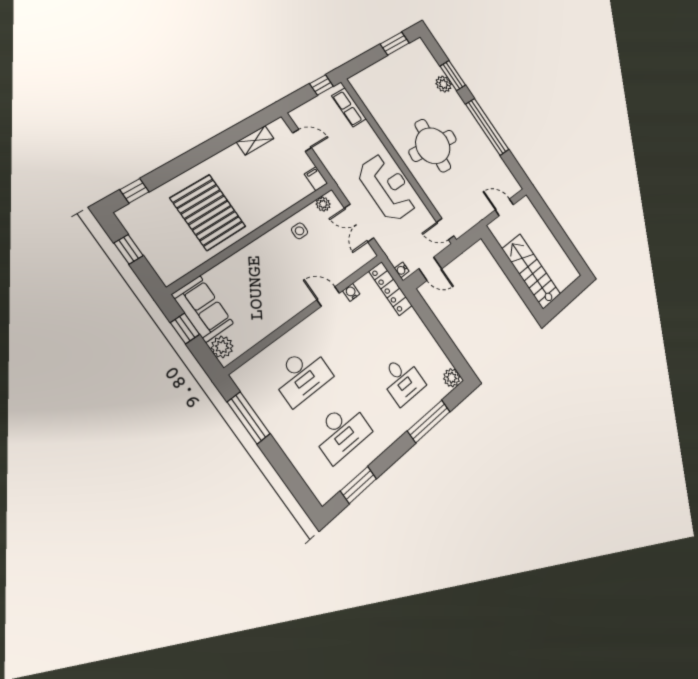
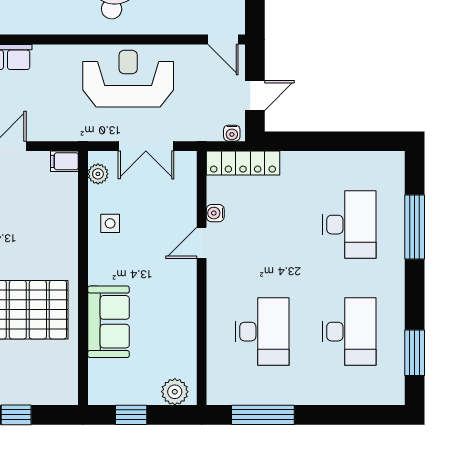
door: (445, 229) -> (223, 40), hinge flipped
sofa: (203, 309) -> (109, 322), moved, turned 90
plant: (452, 378) -> (391, 164), removed
desk: (402, 380) -> (349, 225), width x1.37

